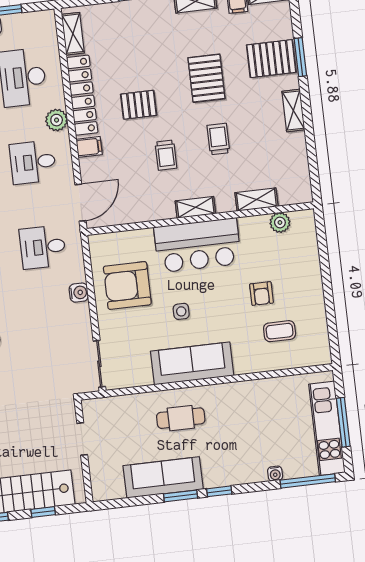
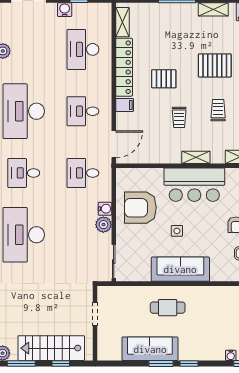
pallet: (206, 78) -> (215, 65), turned 90
plant: (57, 120) -> (103, 225), moved

